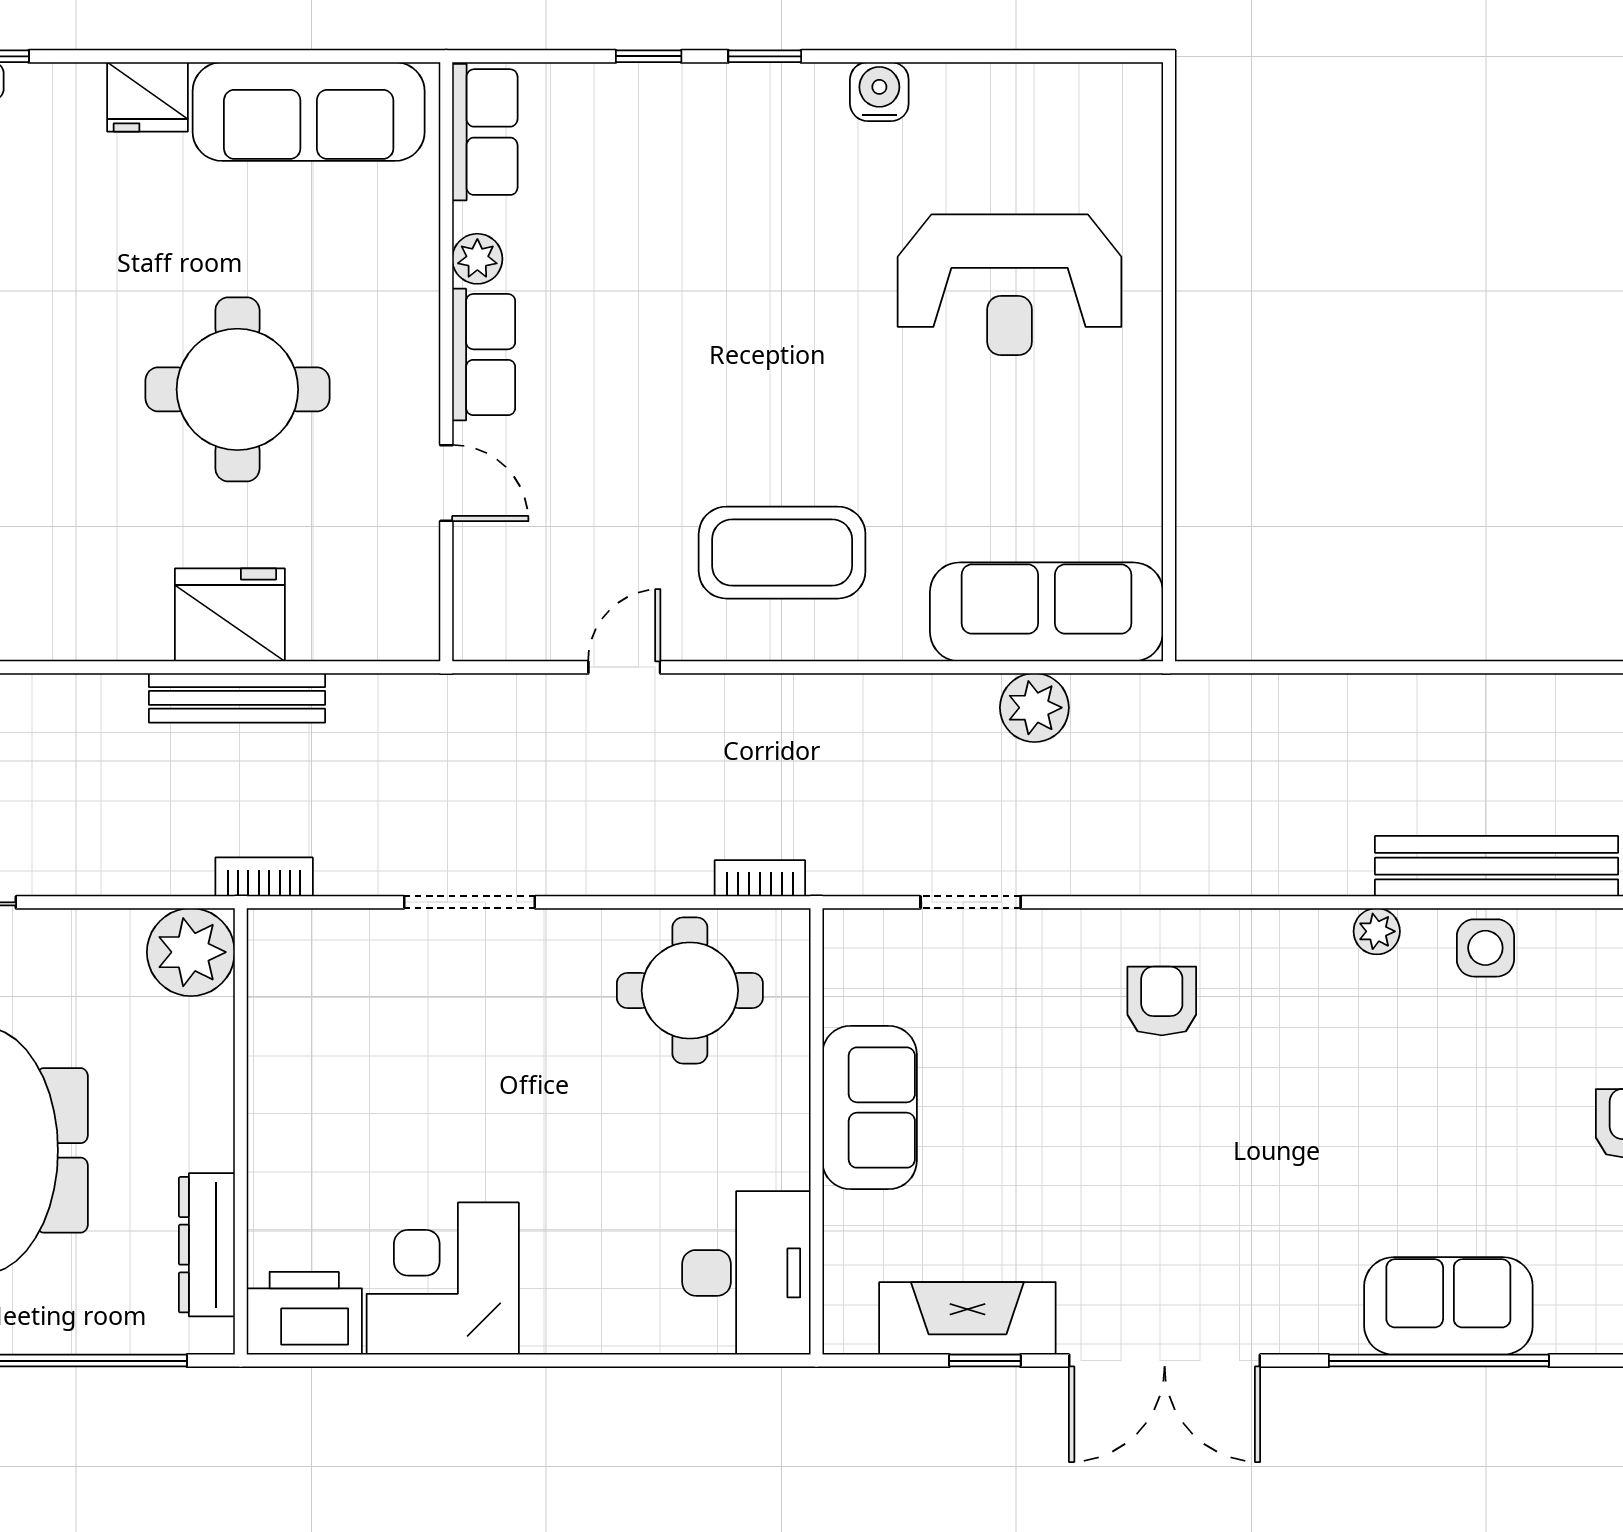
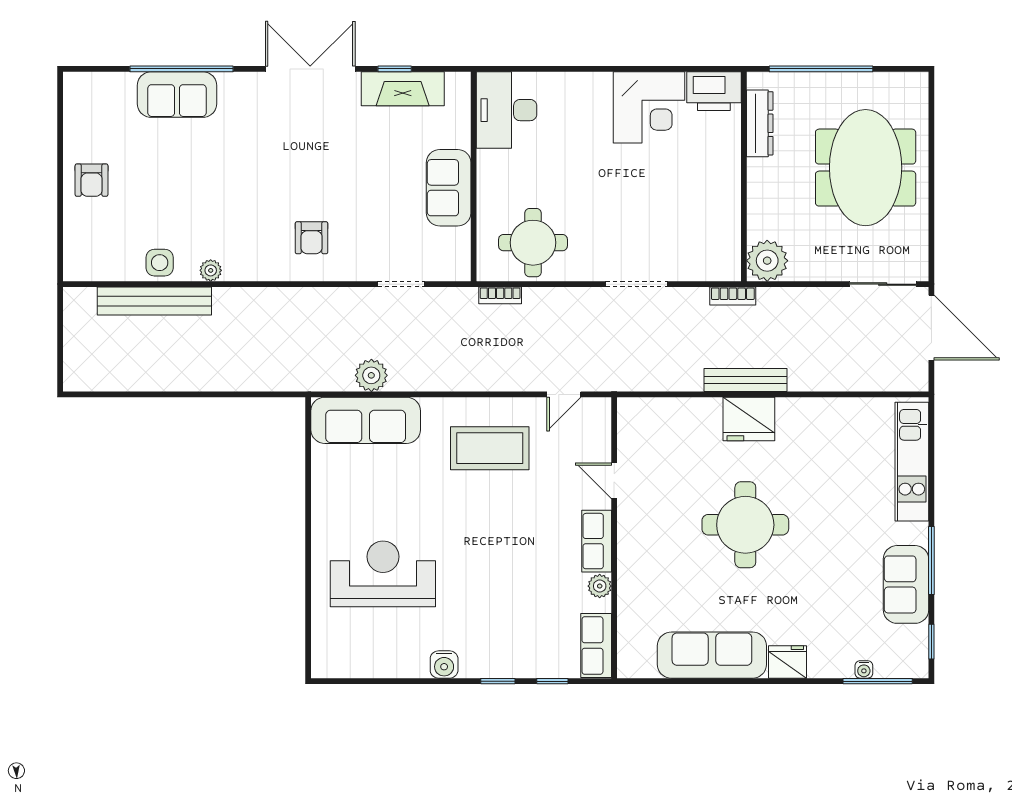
row of seats: (485, 132) -> (596, 645), moved
plant: (477, 259) -> (600, 586), moved
row of seats: (484, 355) -> (597, 541), moved
wall: (446, 362) -> (614, 538), moved
door: (446, 483) -> (614, 481), moved

